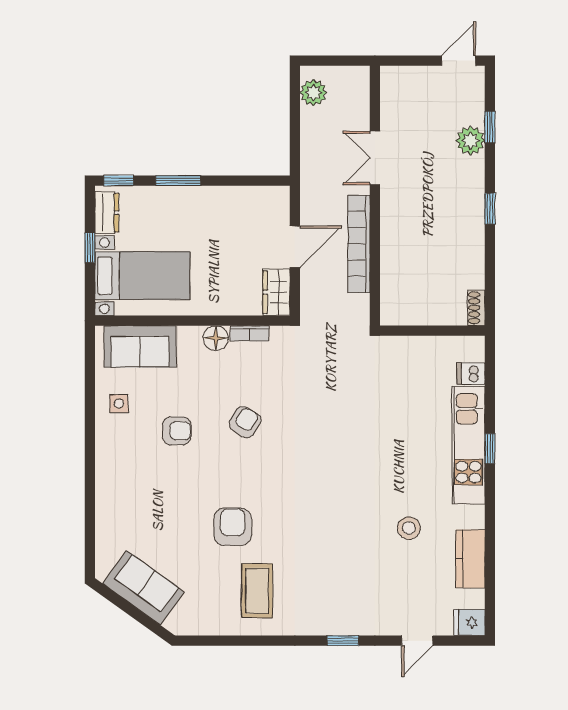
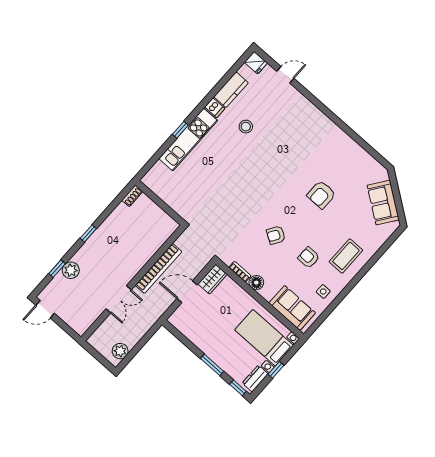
dishwasher: (471, 374) -> (215, 108), moved
coffee table: (257, 591) -> (346, 256), moved
window: (343, 641) -> (317, 103), removed

